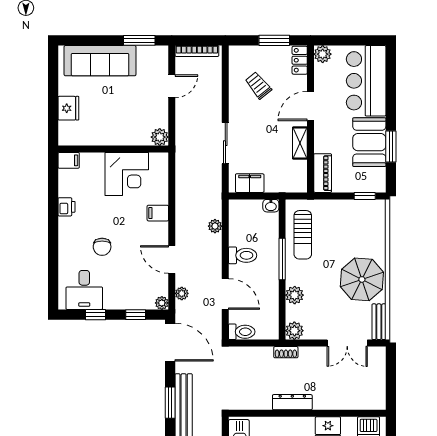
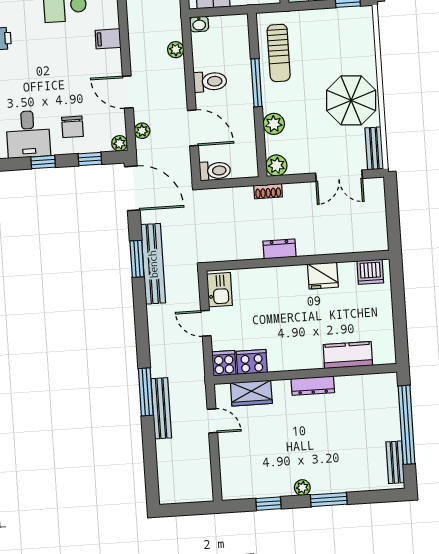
washbasin: (271, 206) -> (199, 24), moved
chair: (102, 247) -> (72, 127), moved
dresser: (292, 402) -> (279, 249), width x0.70

